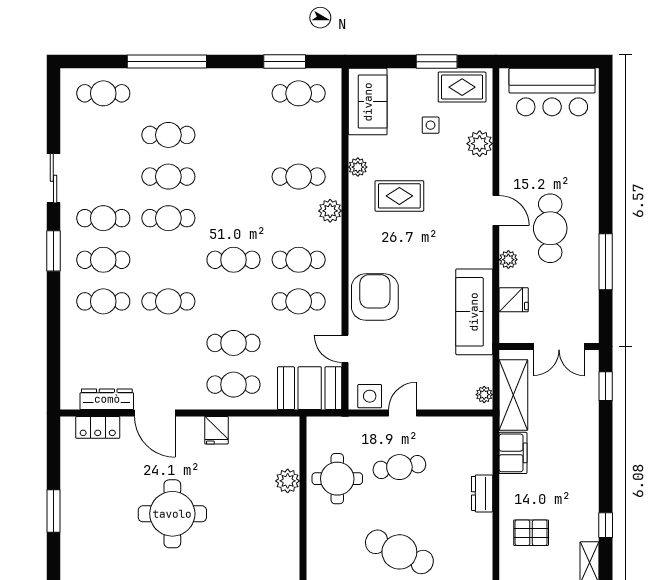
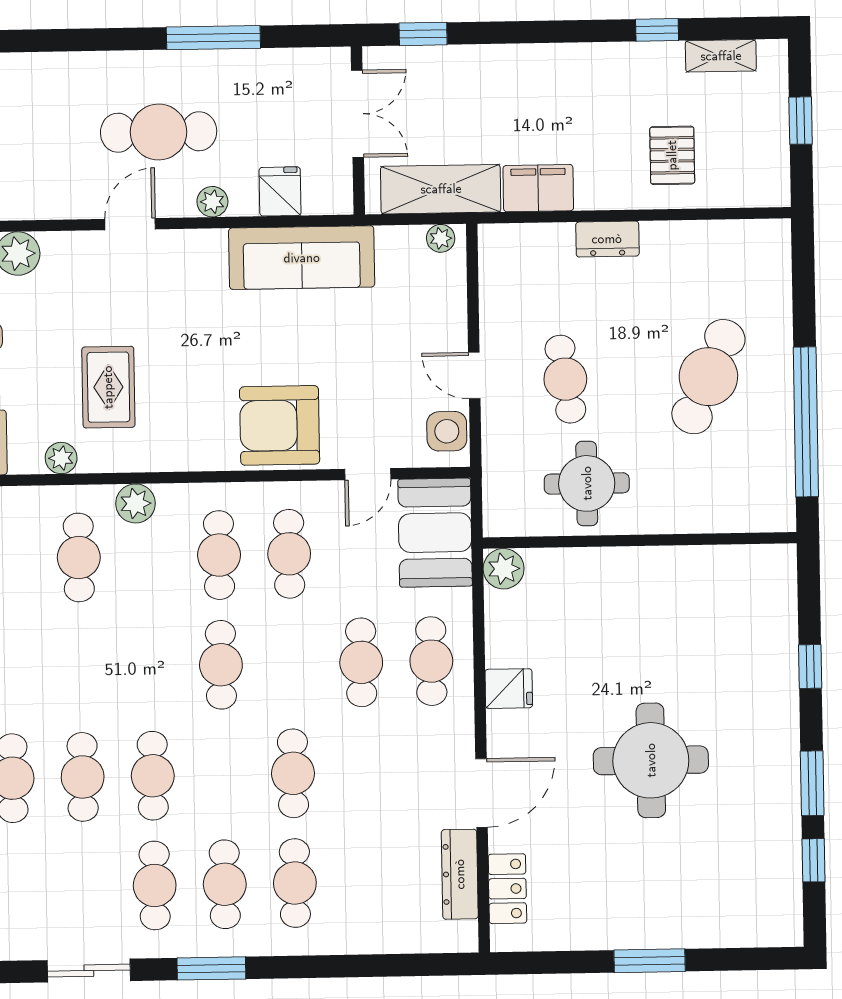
plant: (288, 481) -> (504, 569), moved

